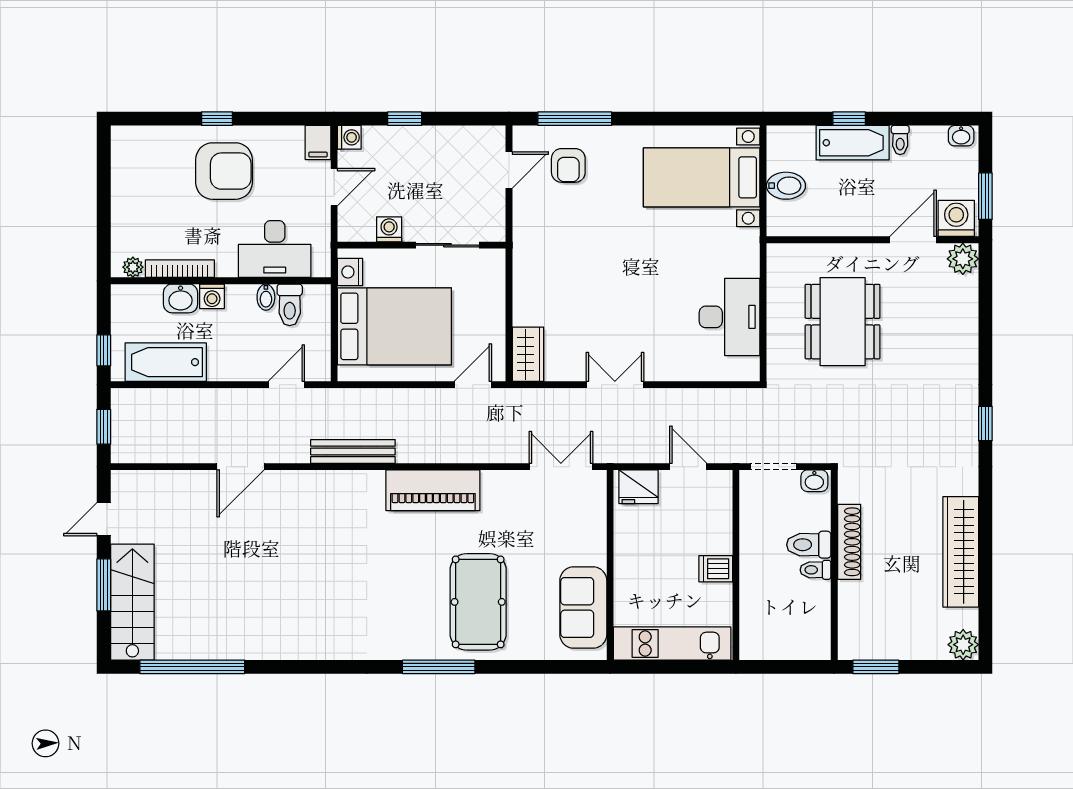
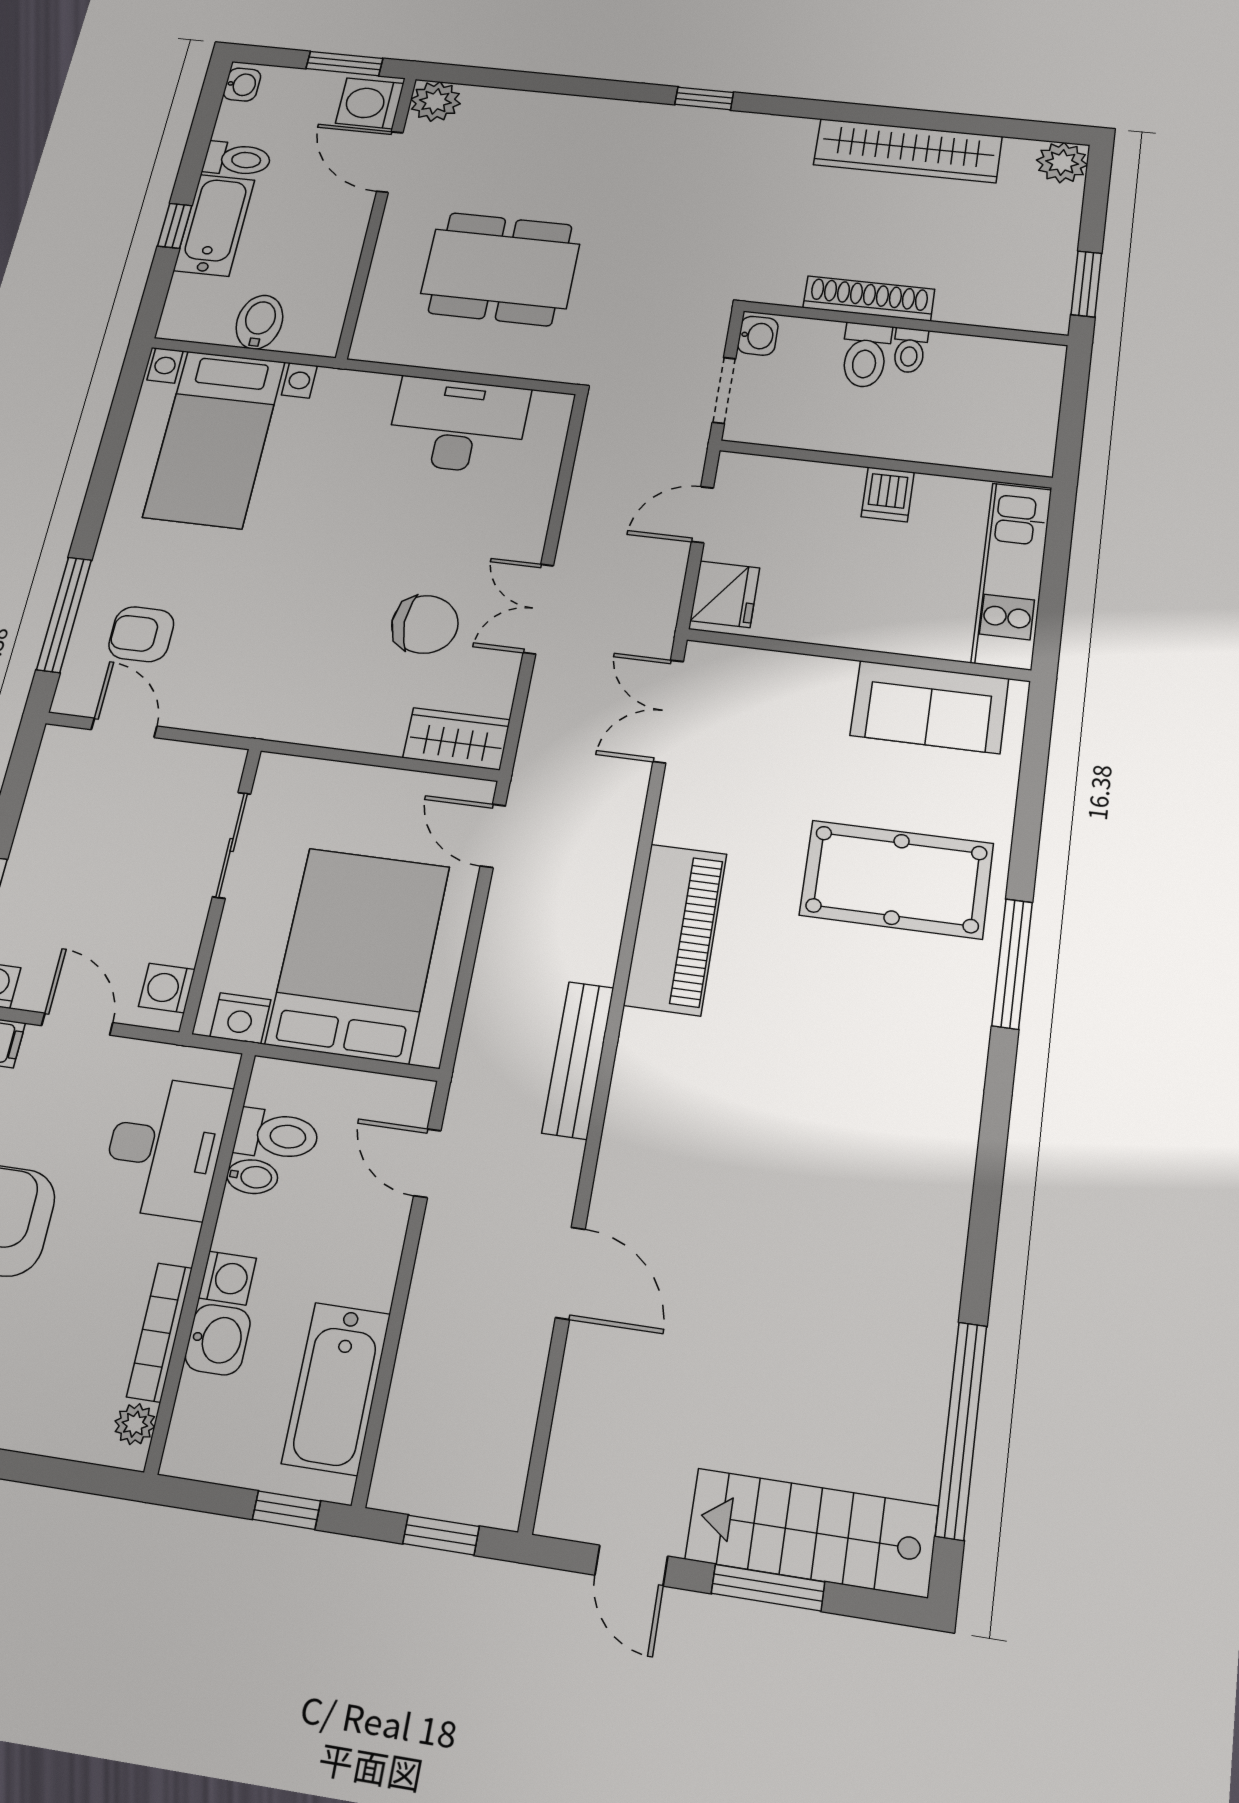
toilet: (900, 140) -> (237, 159), width x1.37, depth x1.39
armchair: (568, 165) -> (141, 634), turned 180
washing machine: (389, 229) -> (167, 988), moved
chair: (596, 323) -> (425, 624), added

